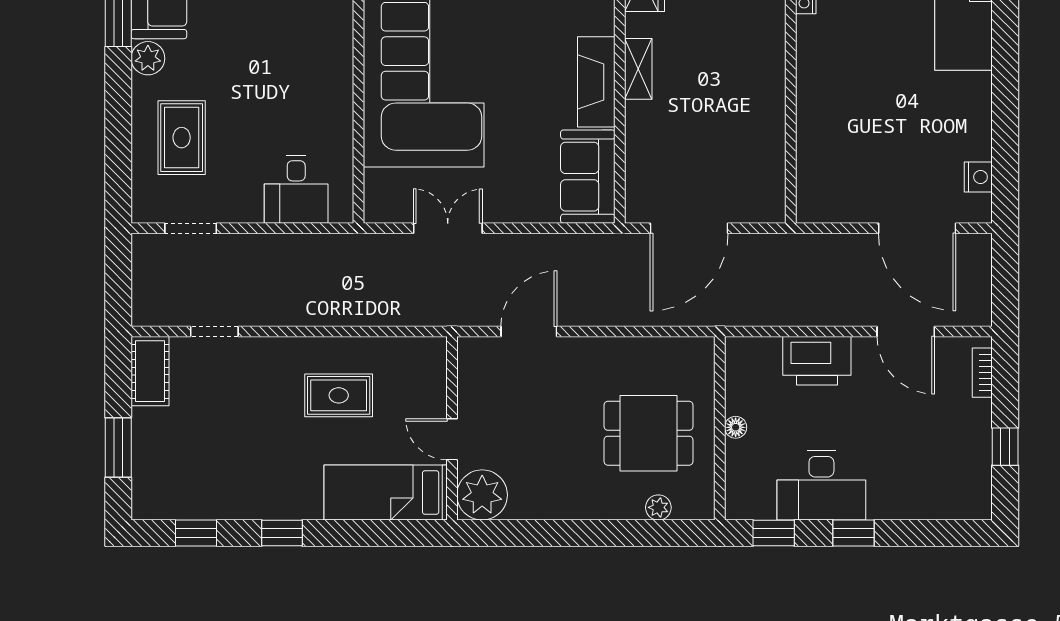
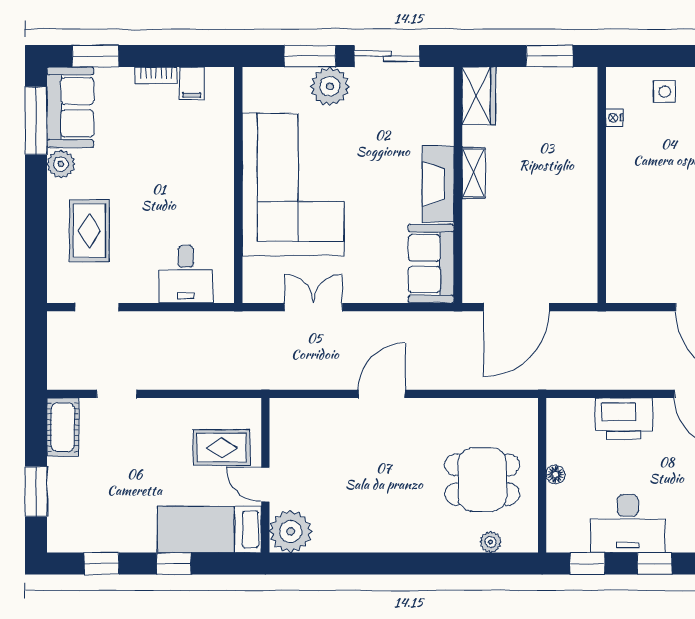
wall: (452, 428) -> (265, 475), moved
door: (452, 439) -> (265, 485), moved
bed: (386, 492) -> (210, 529), moved
plant: (482, 495) -> (291, 531), moved

